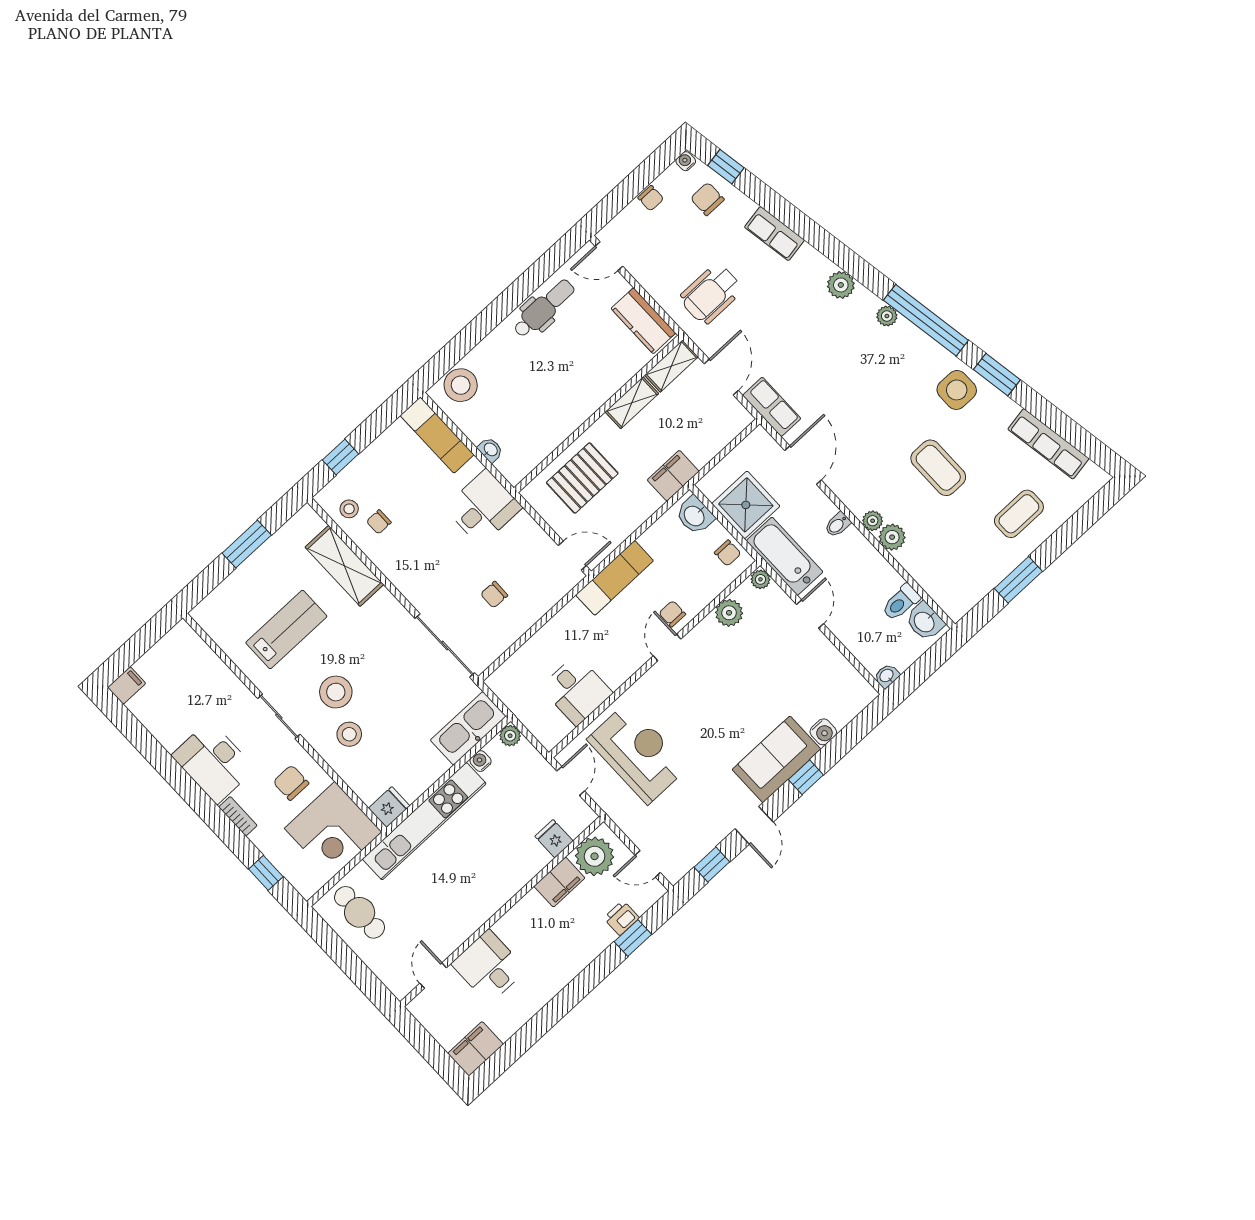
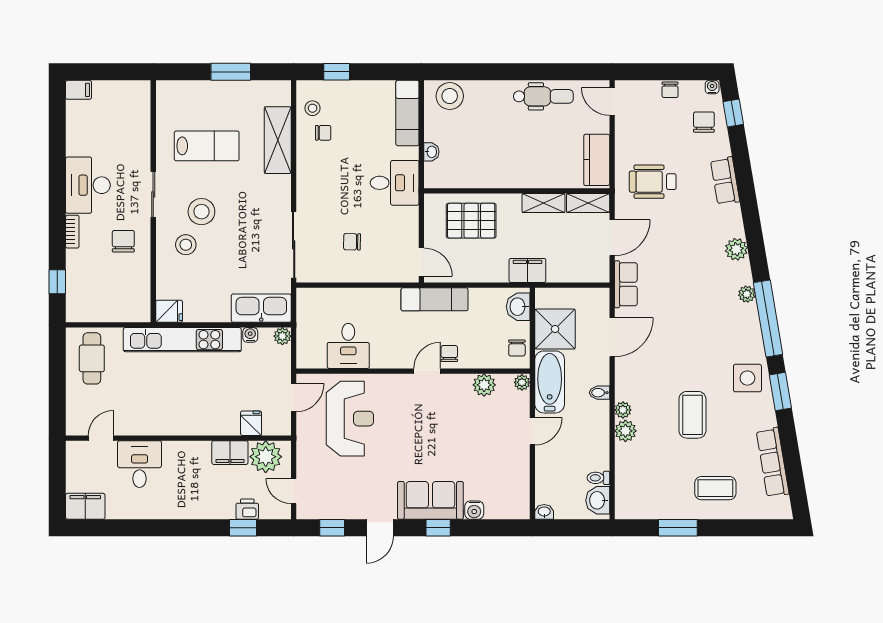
chair: (379, 522) -> (323, 133), turned 180
toilet: (901, 602) -> (598, 478), width x0.73, depth x0.72
corner desk: (333, 830) -> (122, 294), removed

